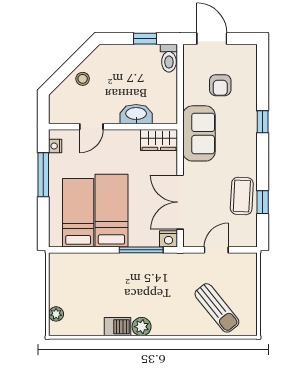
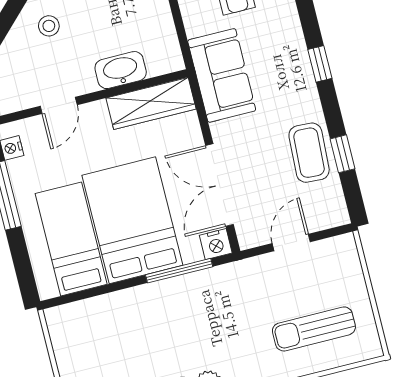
stool: (83, 79) -> (49, 26), moved
window: (263, 122) -> (320, 64), moved
wardrobe: (159, 140) -> (151, 103), width x1.50
bed: (111, 211) -> (132, 220), width x1.50
sun lounger: (217, 308) -> (314, 329), turned 129

